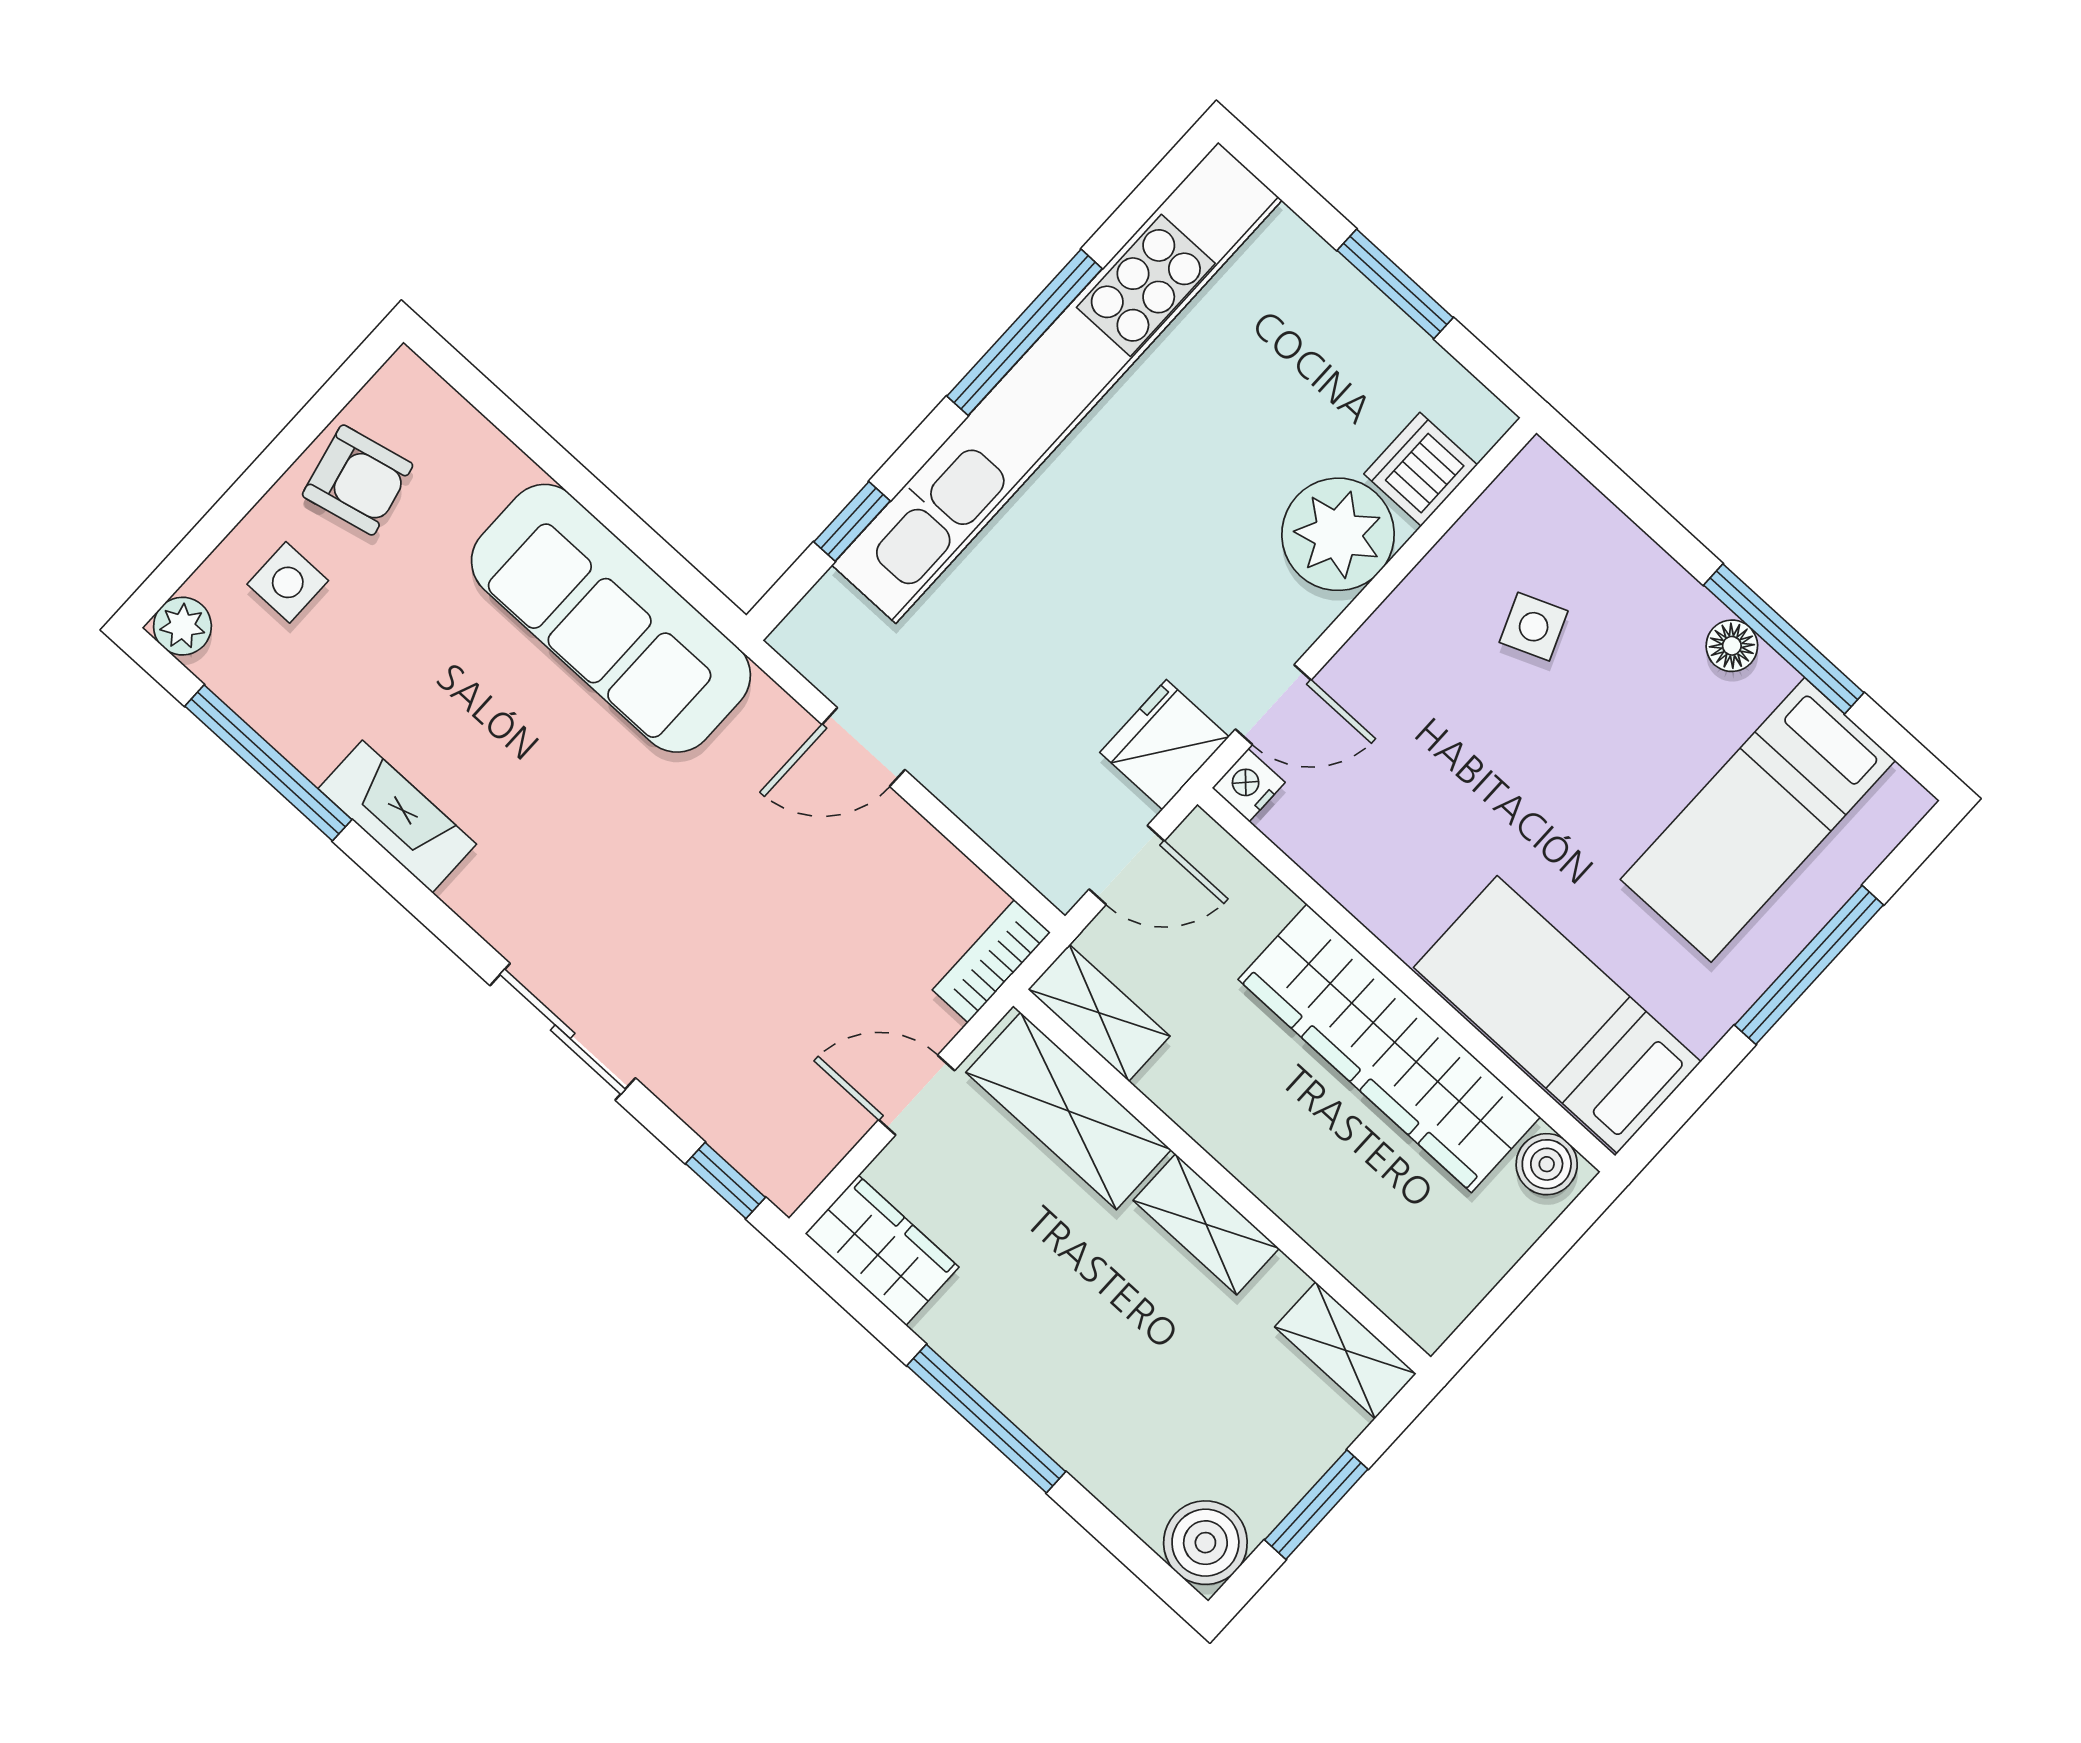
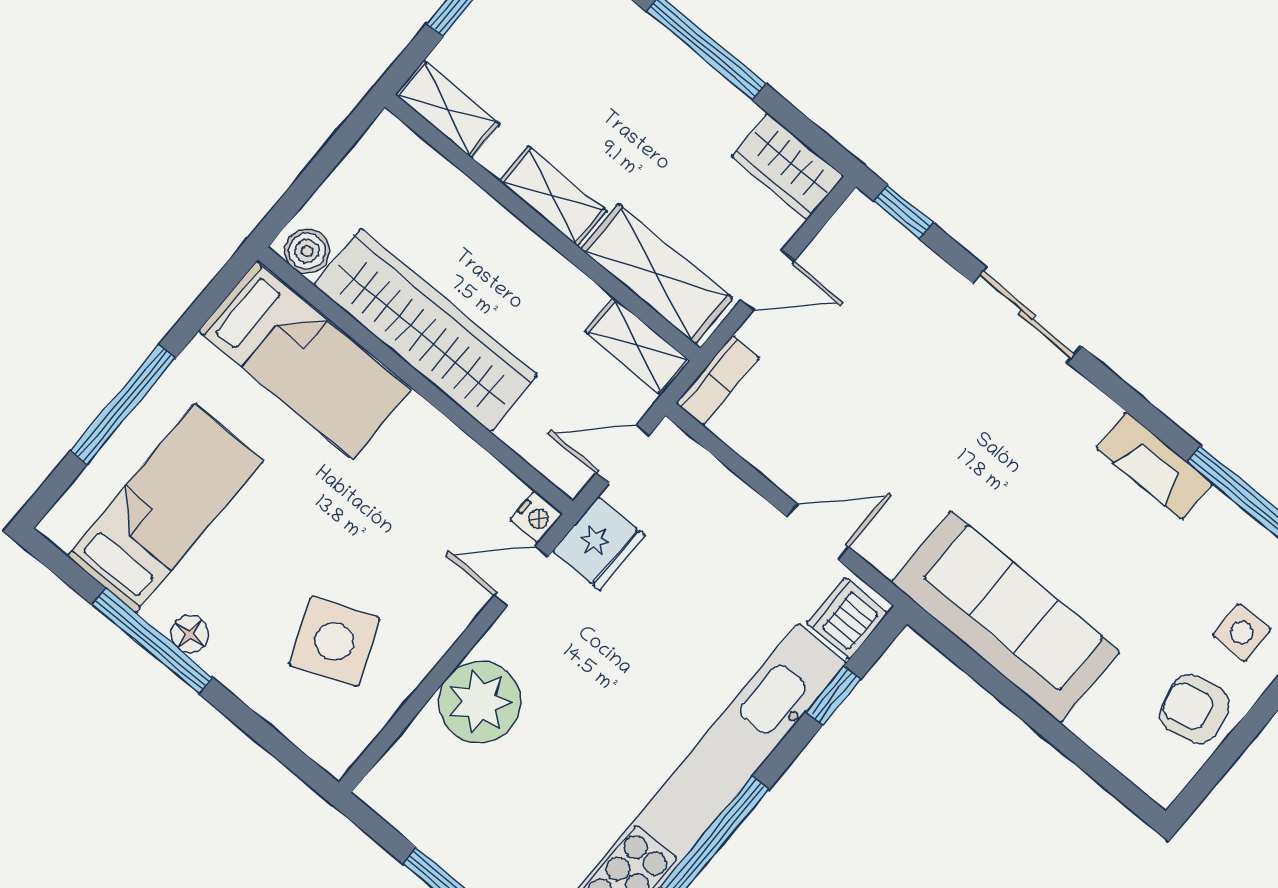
dishwasher: (1421, 469) -> (847, 618), moved, turned 180
side table: (1534, 627) -> (334, 641), width x1.87, depth x1.87

